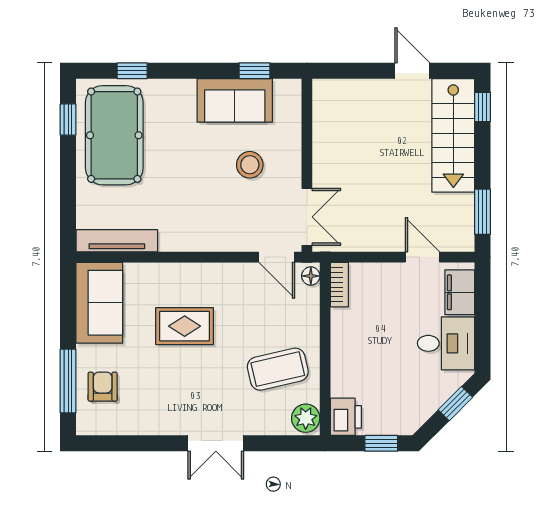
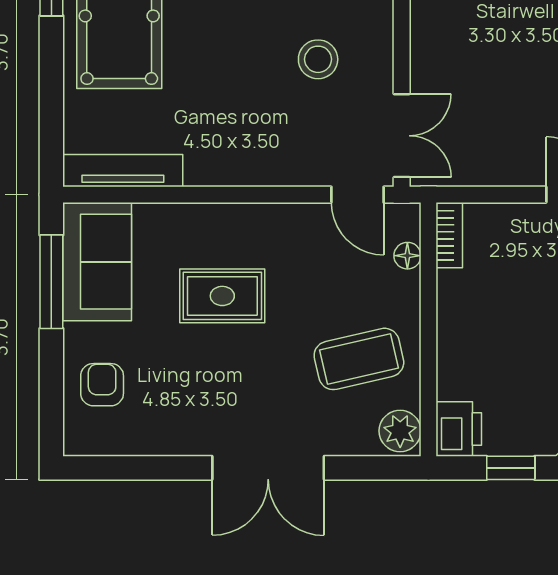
floor lamp: (311, 276) -> (407, 256), moved
window: (68, 381) -> (51, 282), moved
double door: (216, 443) -> (268, 468), width x1.37

